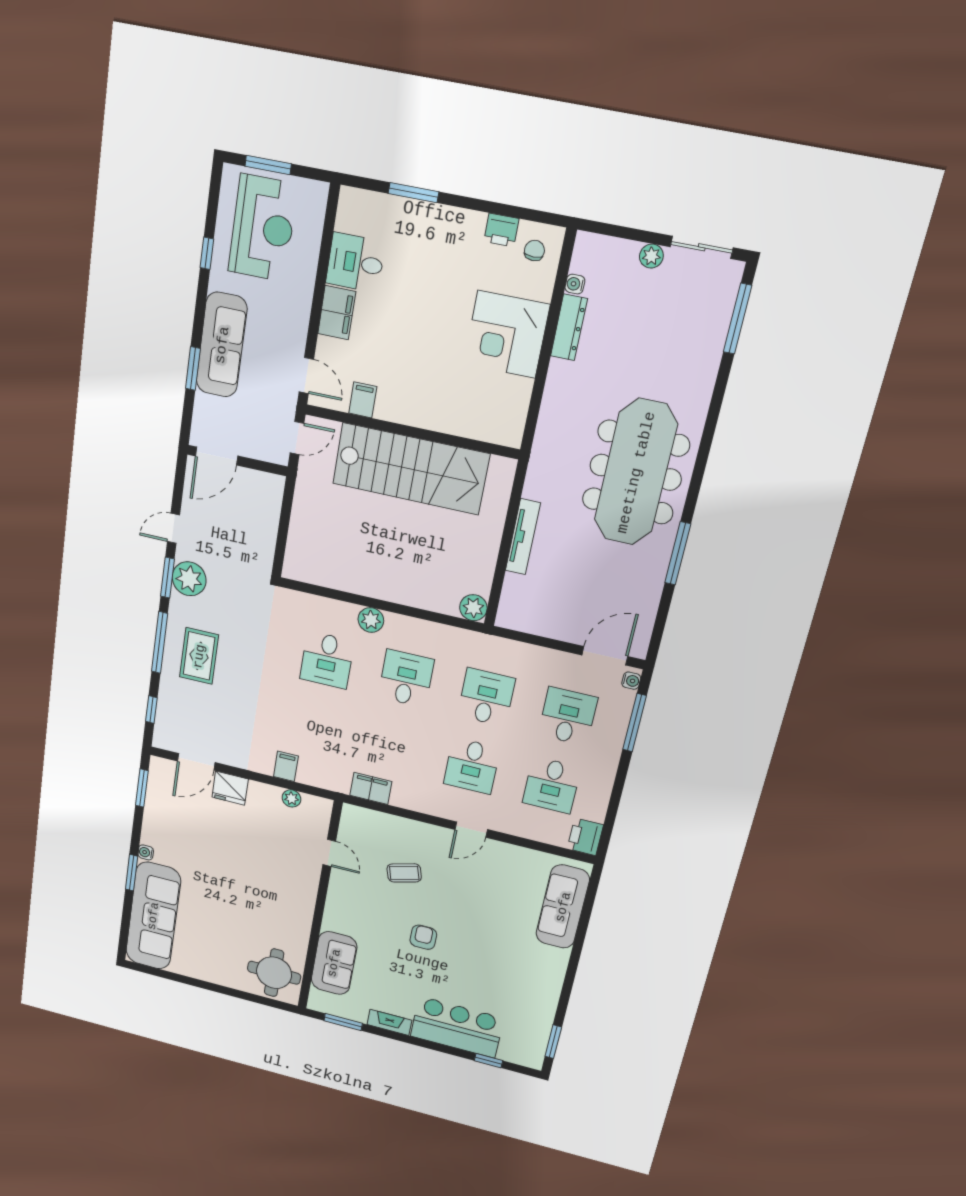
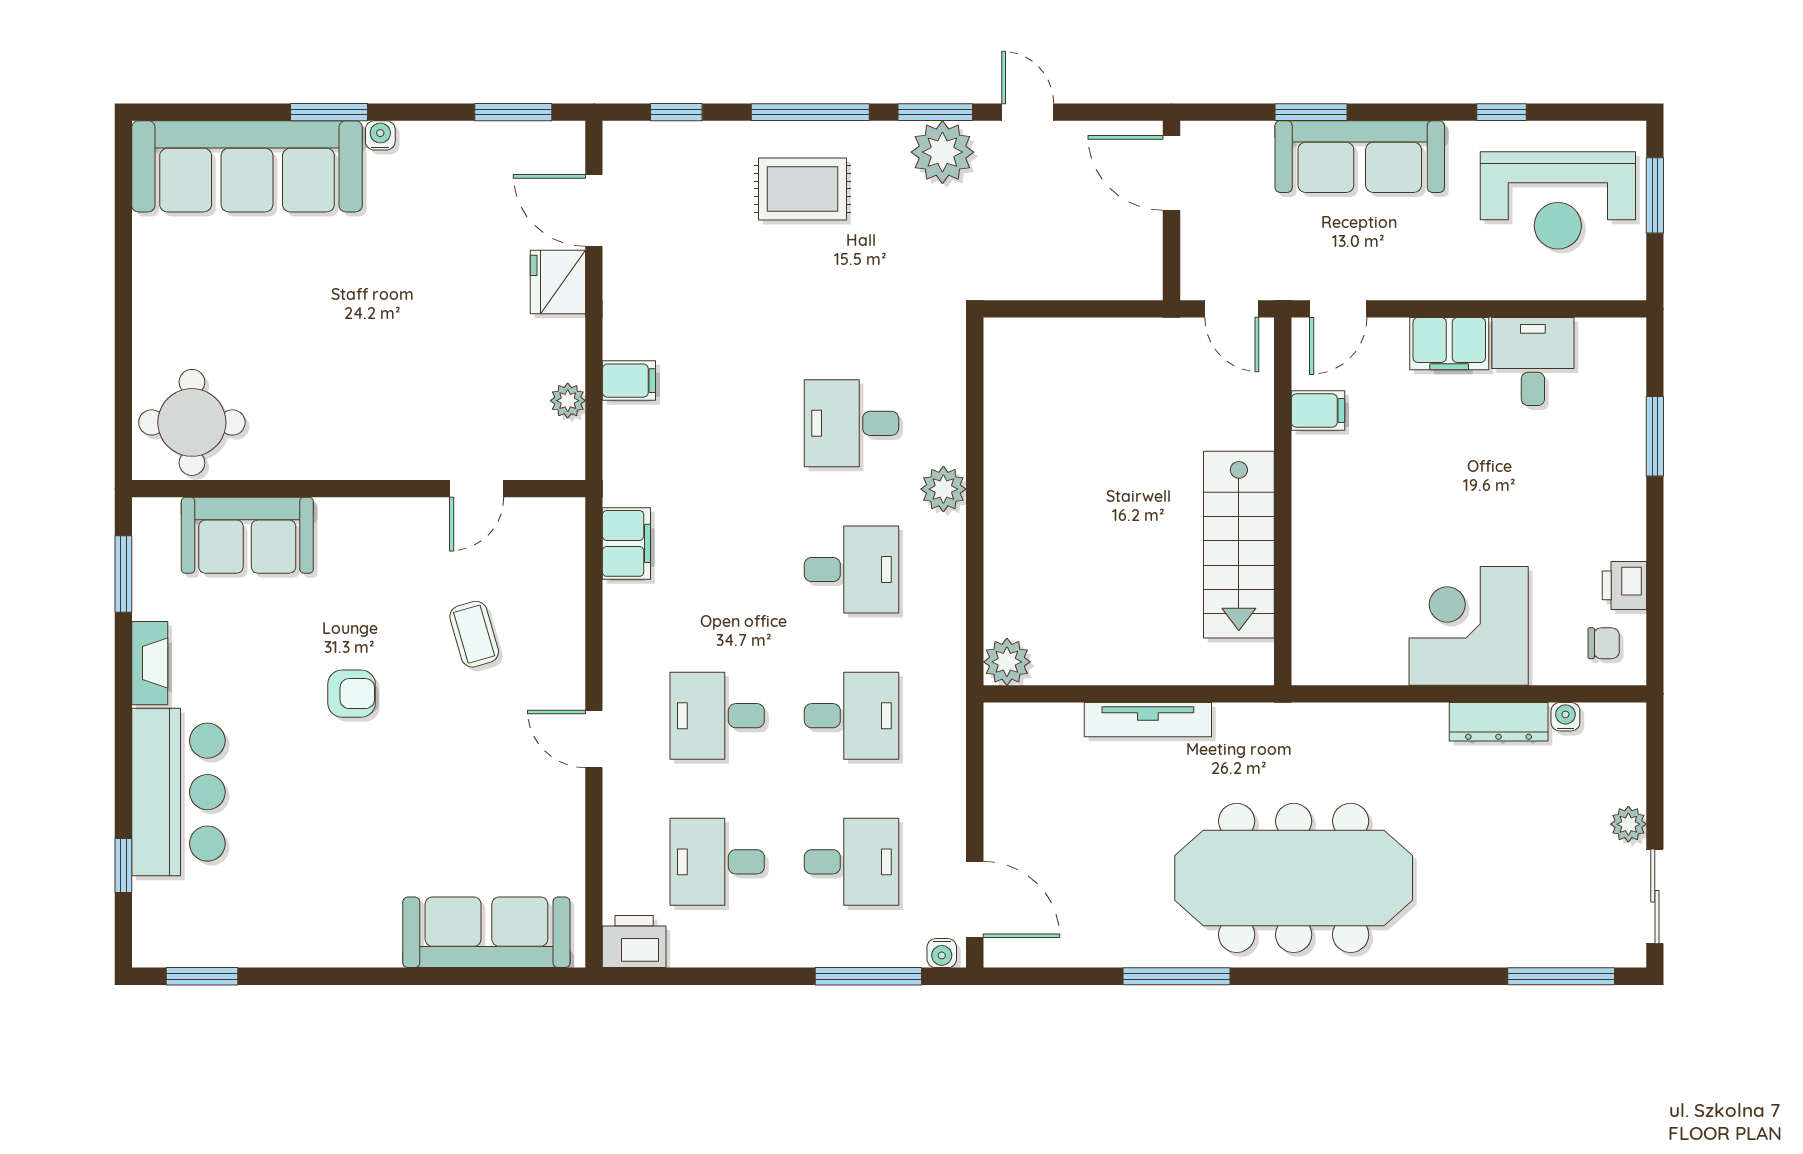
stairs: (411, 469) -> (1239, 545), width x0.73, depth x0.66

